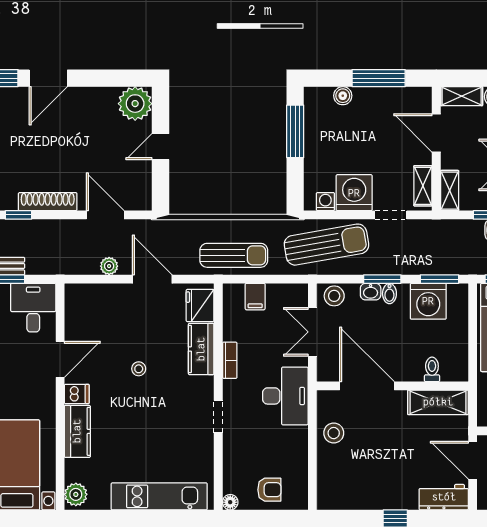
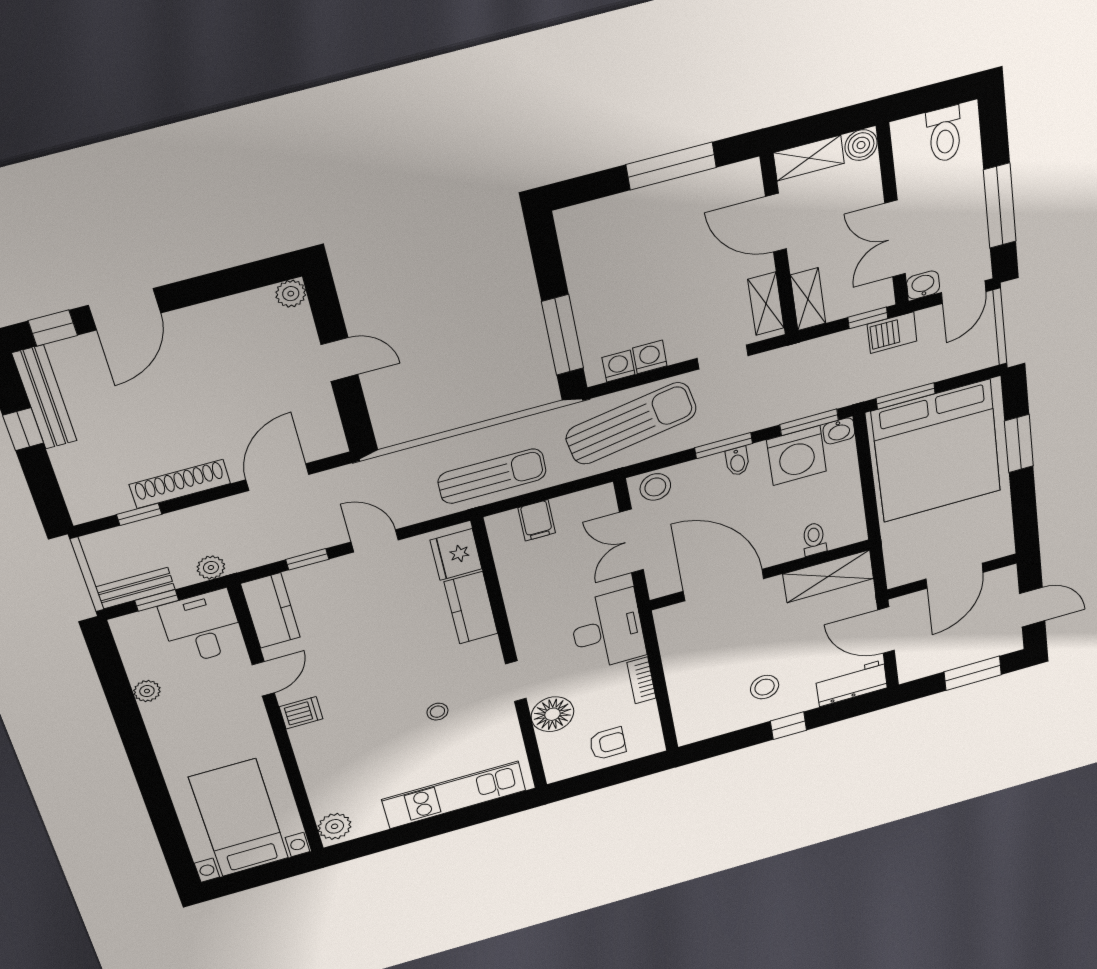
boiler: (343, 96) -> (618, 208), removed
plant: (135, 104) -> (291, 294), width x0.53, depth x0.53
window: (295, 131) -> (563, 335), moved
door: (161, 147) -> (340, 360), swing flipped
washing machine: (354, 193) -> (650, 357), width x0.53, depth x0.53
door: (105, 215) -> (277, 477), hinge flipped
plant: (109, 266) -> (211, 567), moved
window: (109, 279) -> (307, 559), added
door: (152, 279) -> (375, 541), width x0.73
washbasin: (371, 292) -> (839, 431), moved
door: (60, 359) -> (263, 679), width x0.73
bookcase: (230, 360) -> (641, 680), moved, turned 180
stool: (139, 369) -> (437, 712), moved
kitchen counter: (77, 431) -> (270, 611), moved
stool: (334, 433) -> (765, 687), moved
floor lamp: (230, 502) -> (552, 714), moved, width x1.89, depth x1.89

